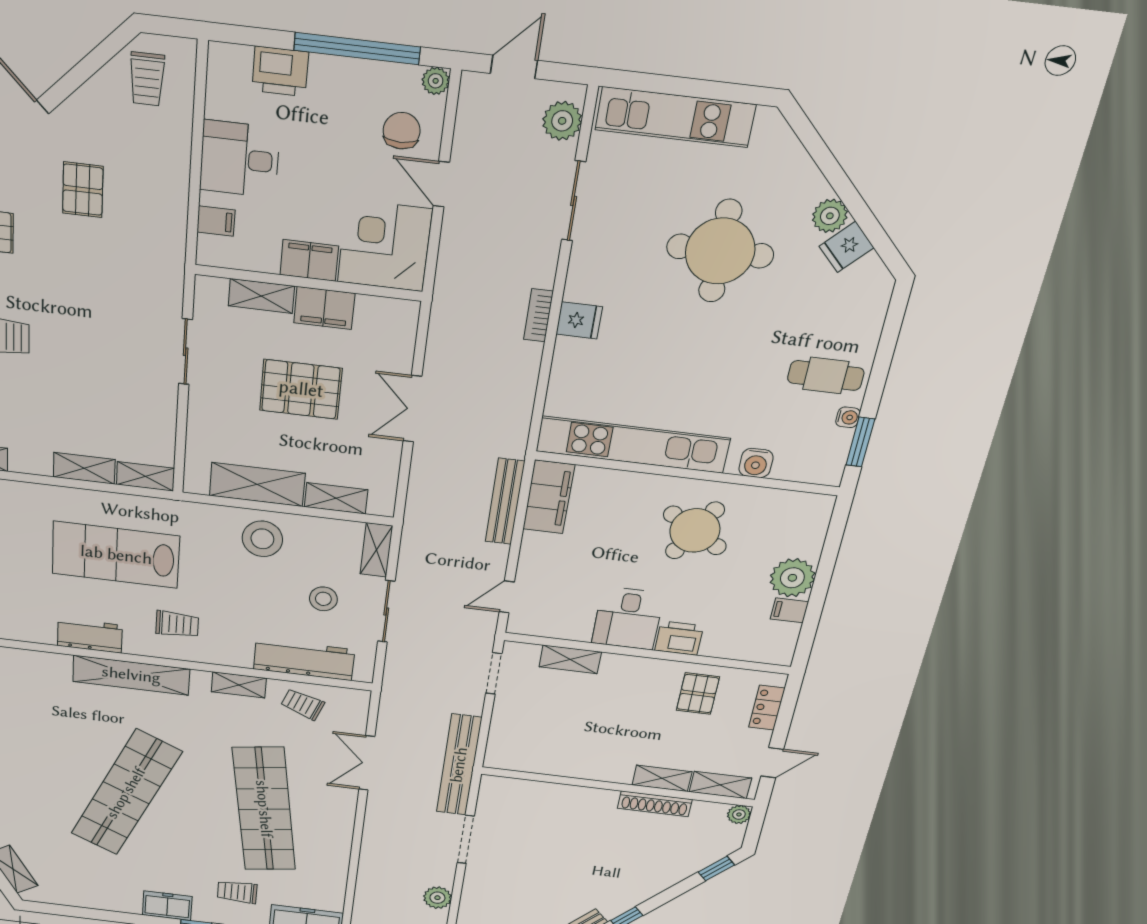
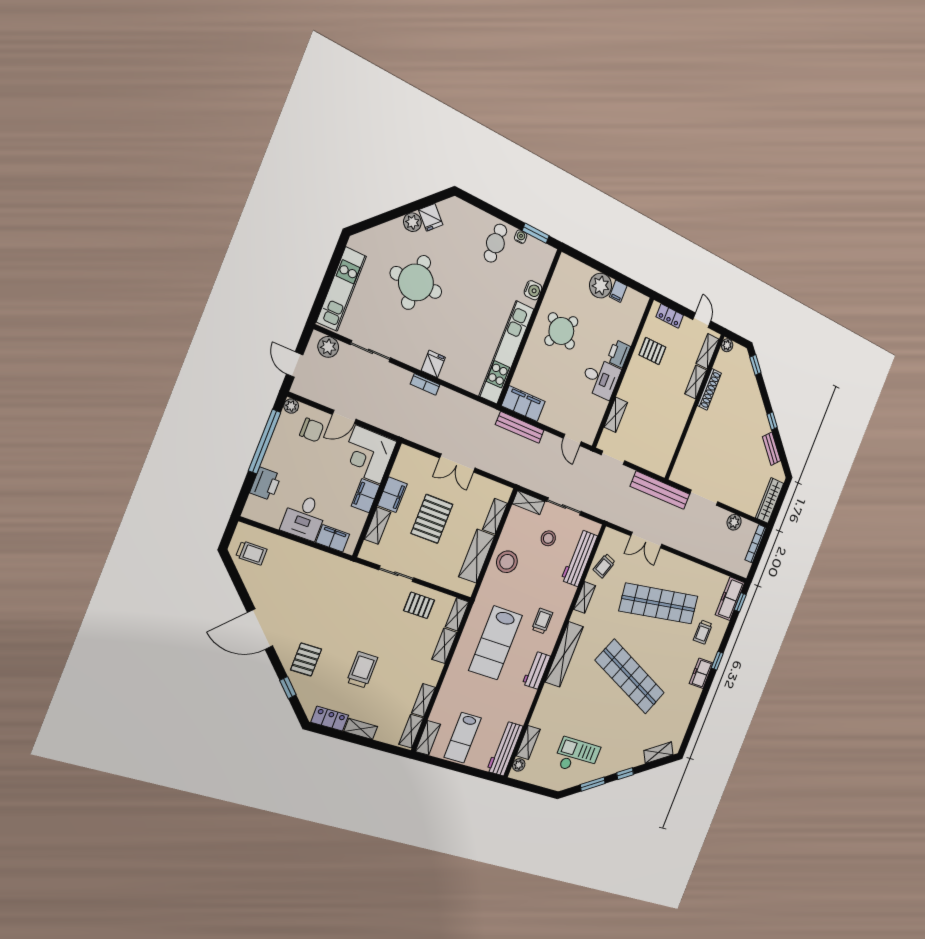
chair: (402, 131) -> (312, 430), turned 180
pallet: (83, 190) -> (419, 605), moved
filing cabinet: (216, 221) -> (333, 538), width x2.00

